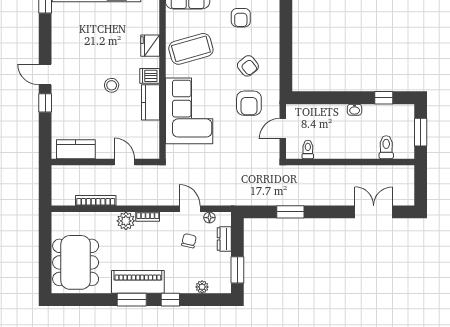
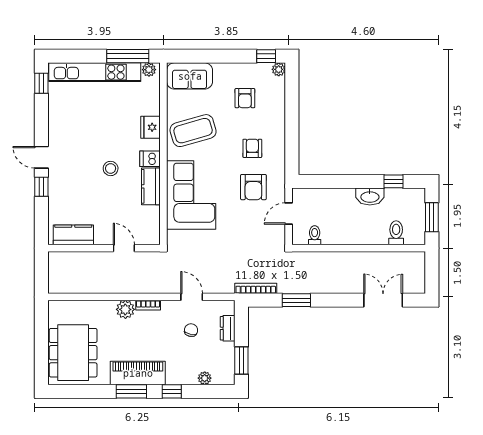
armchair: (248, 66) -> (252, 148), turned -141
washbasin: (355, 110) -> (370, 197), width x1.91, depth x1.45
bookcase: (96, 201) -> (256, 288), moved
floor lamp: (209, 218) -> (212, 306), removed

